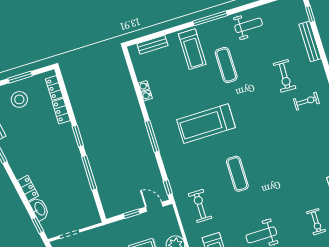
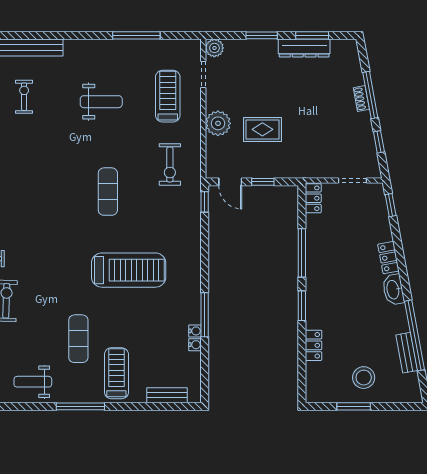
locker: (54, 88) -> (313, 198), moved
window: (152, 136) -> (205, 315), moved
washbasin: (40, 209) -> (393, 290), moved

